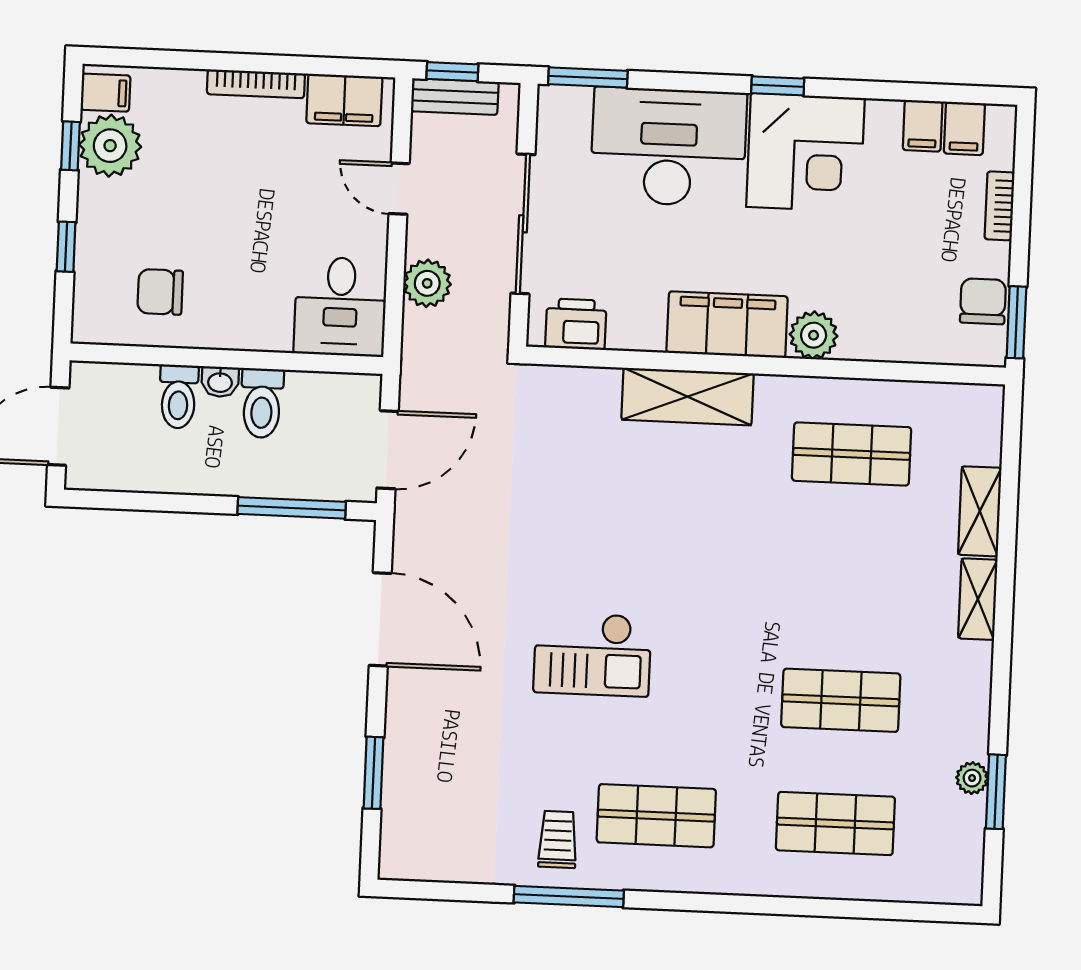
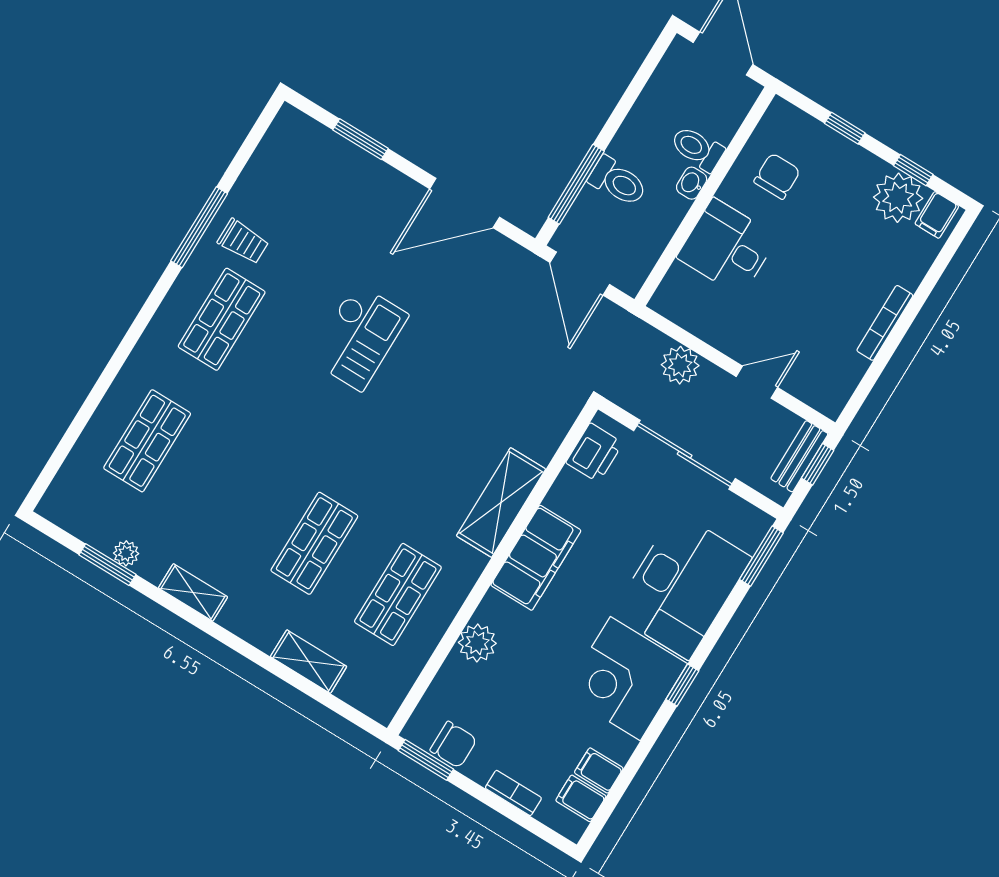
filing cabinet: (344, 100) -> (840, 378), removed
desk: (340, 307) -> (727, 247), moved
plant: (814, 335) -> (477, 643), moved
toilet: (262, 403) -> (618, 182), moved, turned 180
shelving: (978, 599) -> (193, 592), moved
checkout: (592, 654) -> (359, 337), turned 180
shop shelf: (841, 700) -> (314, 543), moved

